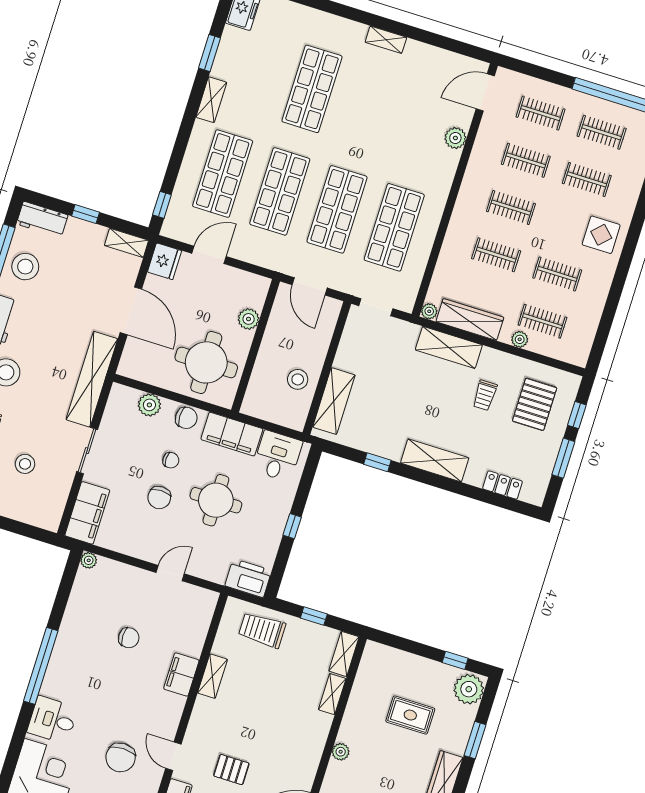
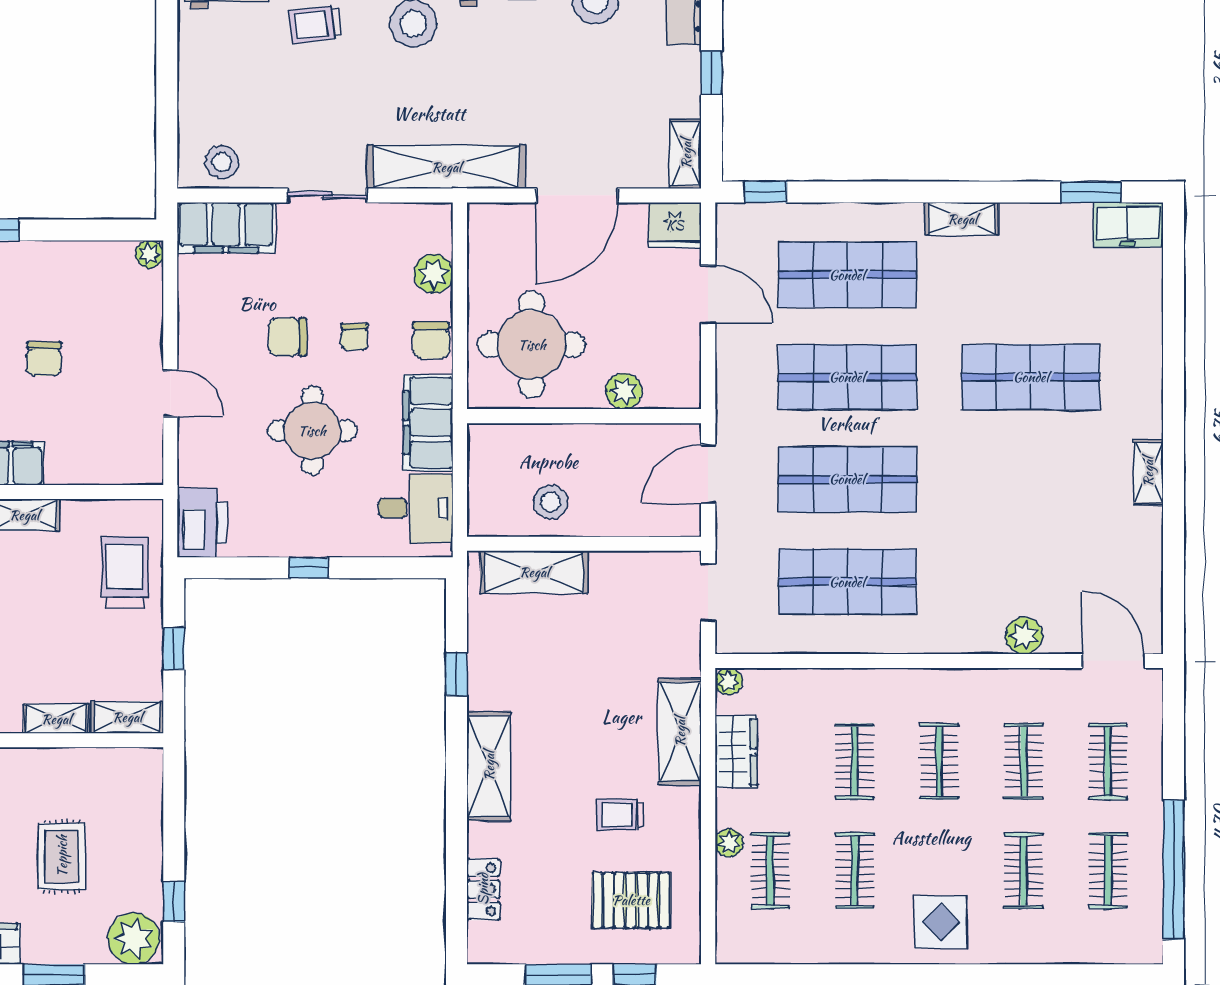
window: (210, 53) -> (1091, 192), moved
wardrobe: (470, 319) -> (736, 752), width x0.67
stool: (25, 464) -> (222, 162), moved

